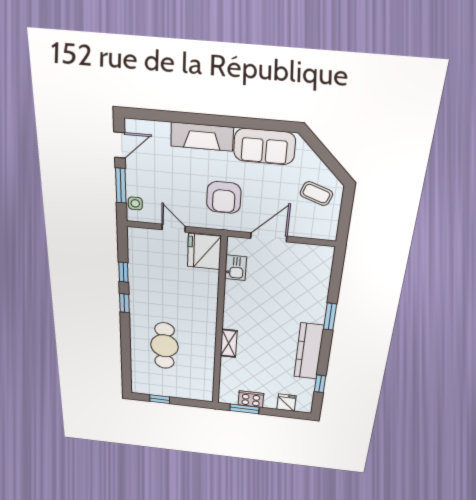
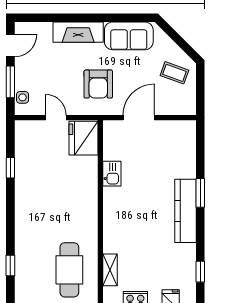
kitchen sink: (236, 268) -> (112, 174), moved
window: (124, 303) -> (10, 266), moved
shelving: (229, 343) -> (110, 270), moved
cafe table: (164, 346) -> (69, 270), moved
kitchen counter: (309, 351) -> (186, 211), moved

